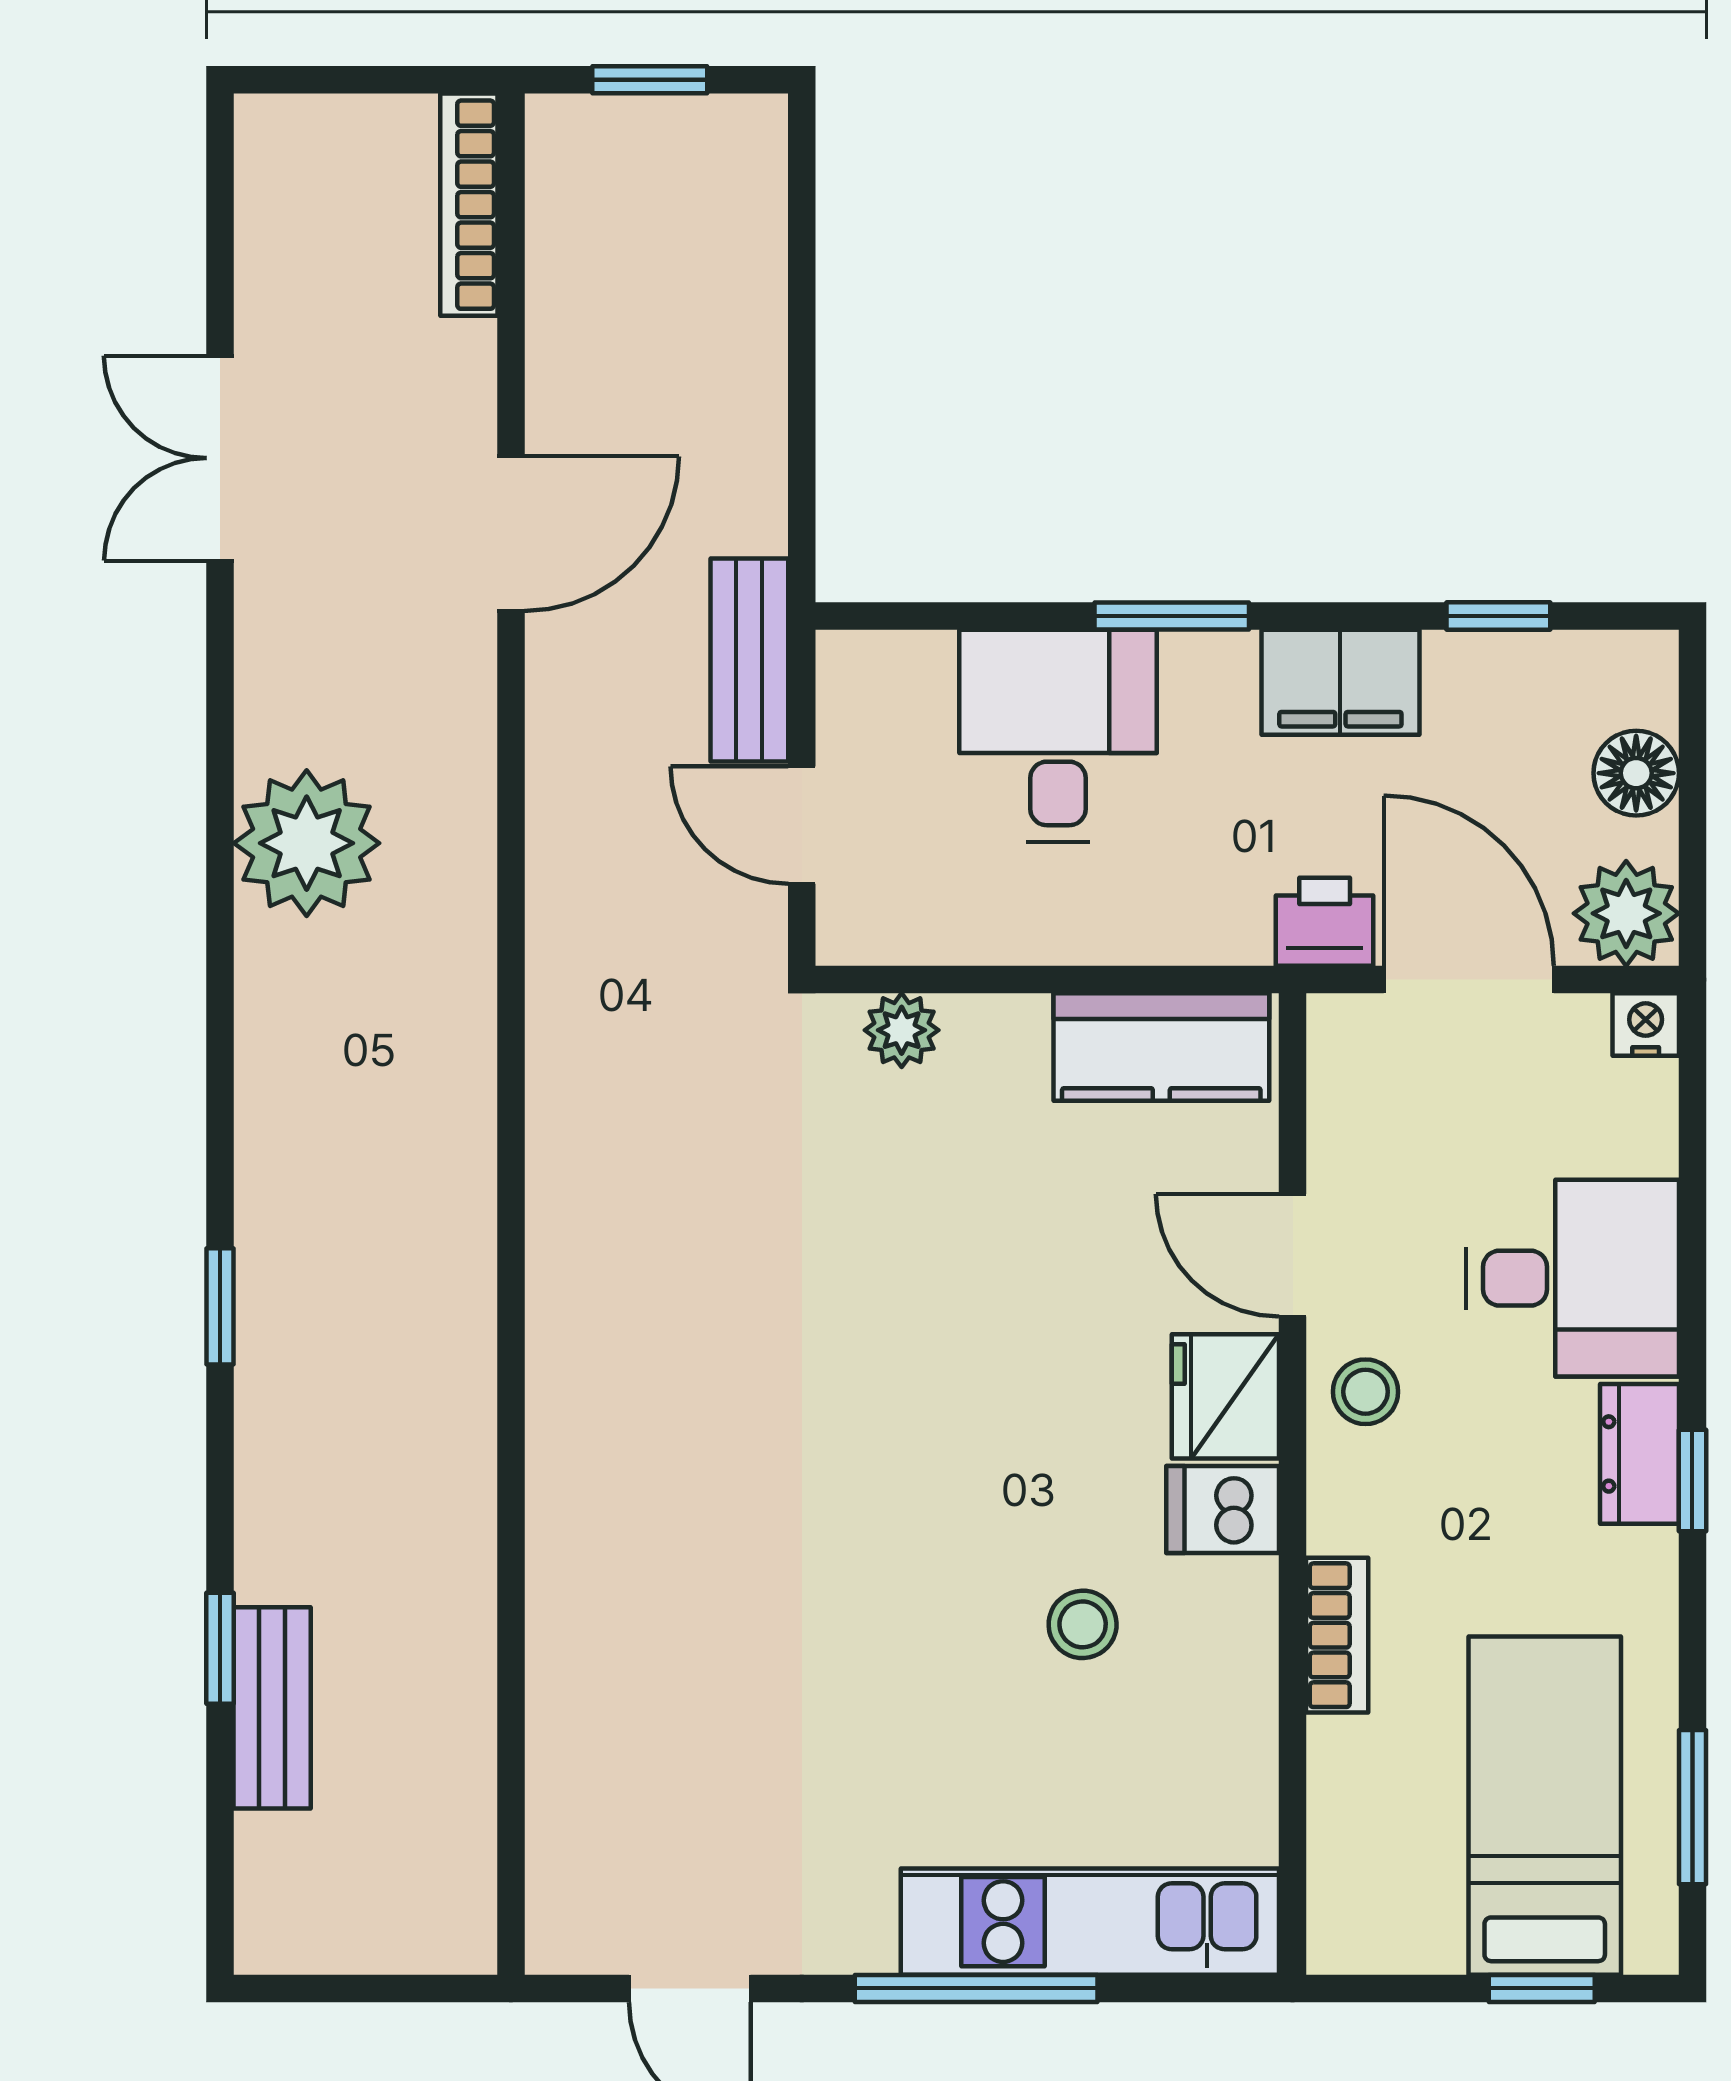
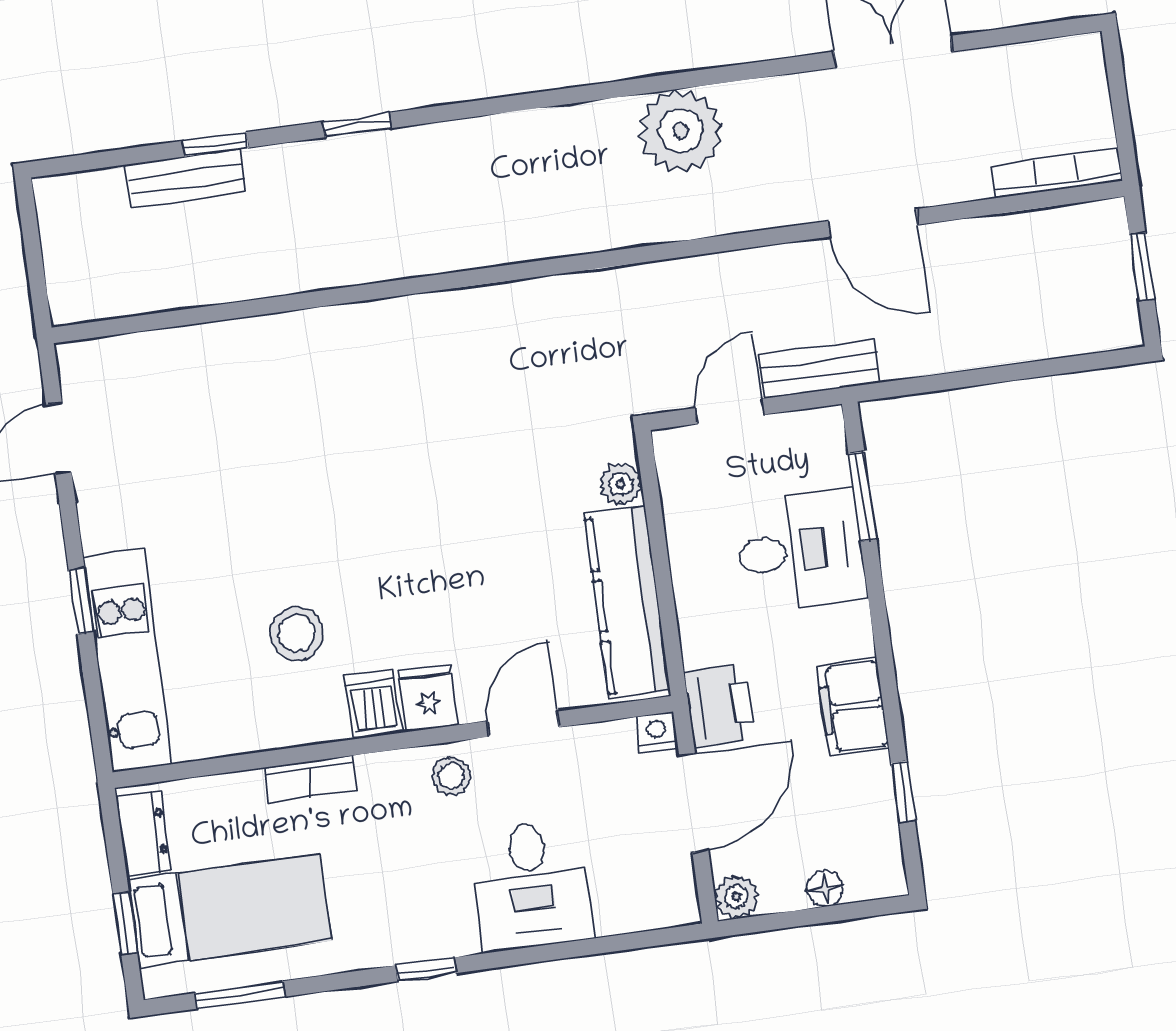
window: (1172, 616) -> (862, 496), moved
floor lamp: (1636, 773) -> (825, 889), width x0.73, depth x0.73
plant: (1626, 913) -> (737, 897), width x0.73, depth x0.73
printer: (1325, 922) -> (720, 705), width x1.36, depth x1.24
nightstand: (1646, 1025) -> (657, 732), moved, turned -90
kitchen counter: (1161, 1047) -> (627, 603), width x1.50
window: (220, 1306) -> (357, 125), moved
fridge: (1225, 1396) -> (428, 698), width x0.72
dresser: (1639, 1454) -> (144, 833), moved, turned 90
stool: (1083, 1624) -> (297, 633), width x1.37, depth x1.37
window: (976, 1988) -> (81, 601), width x0.46

